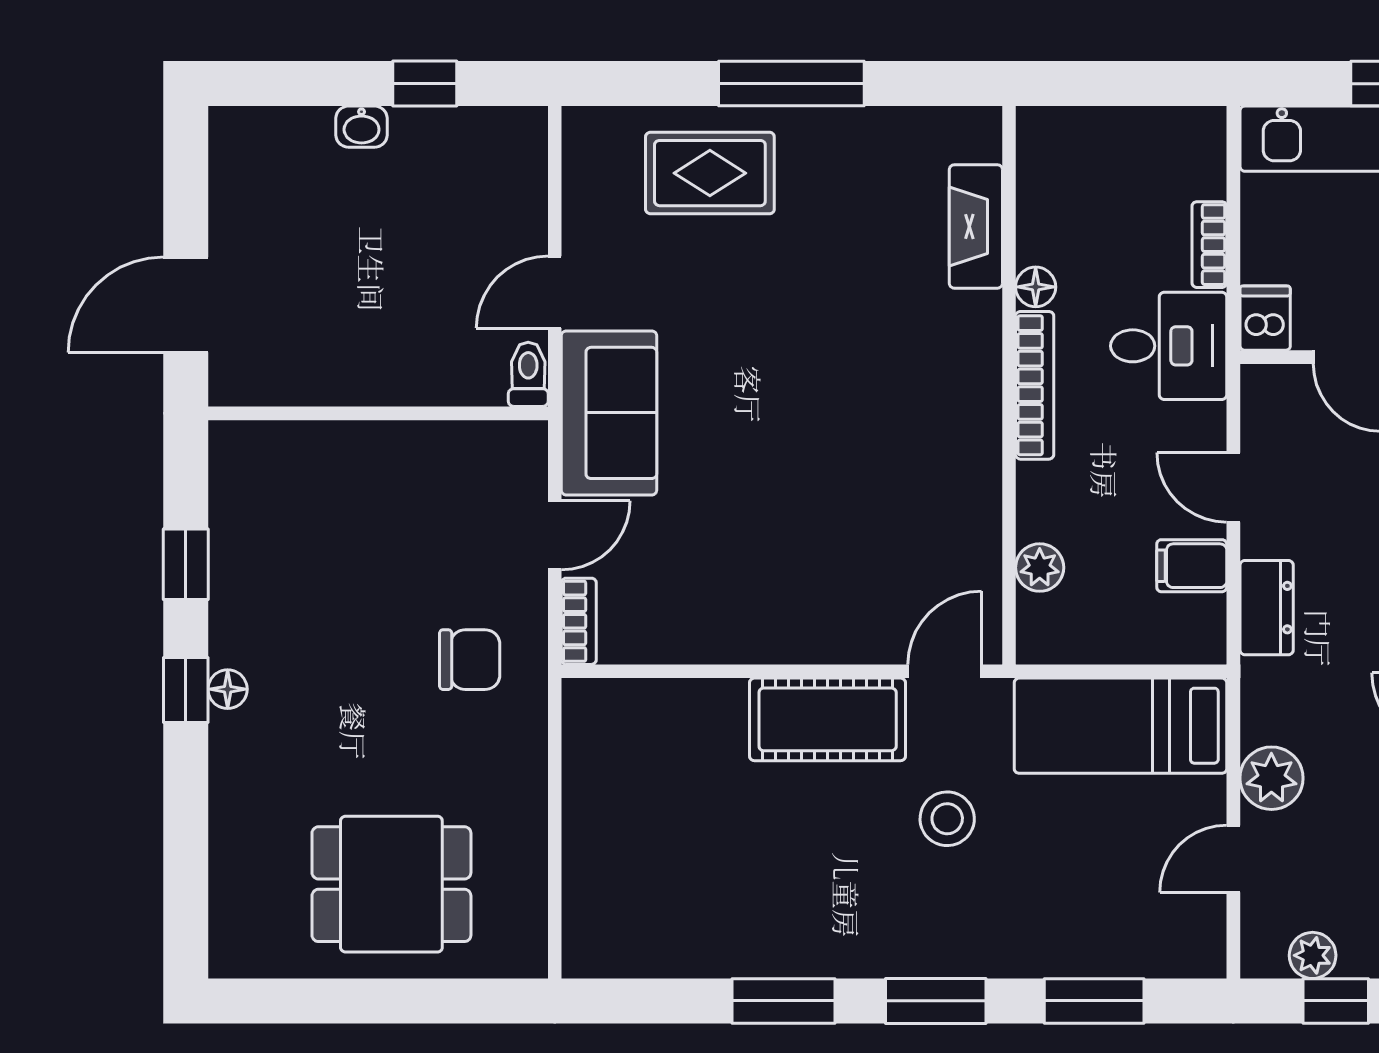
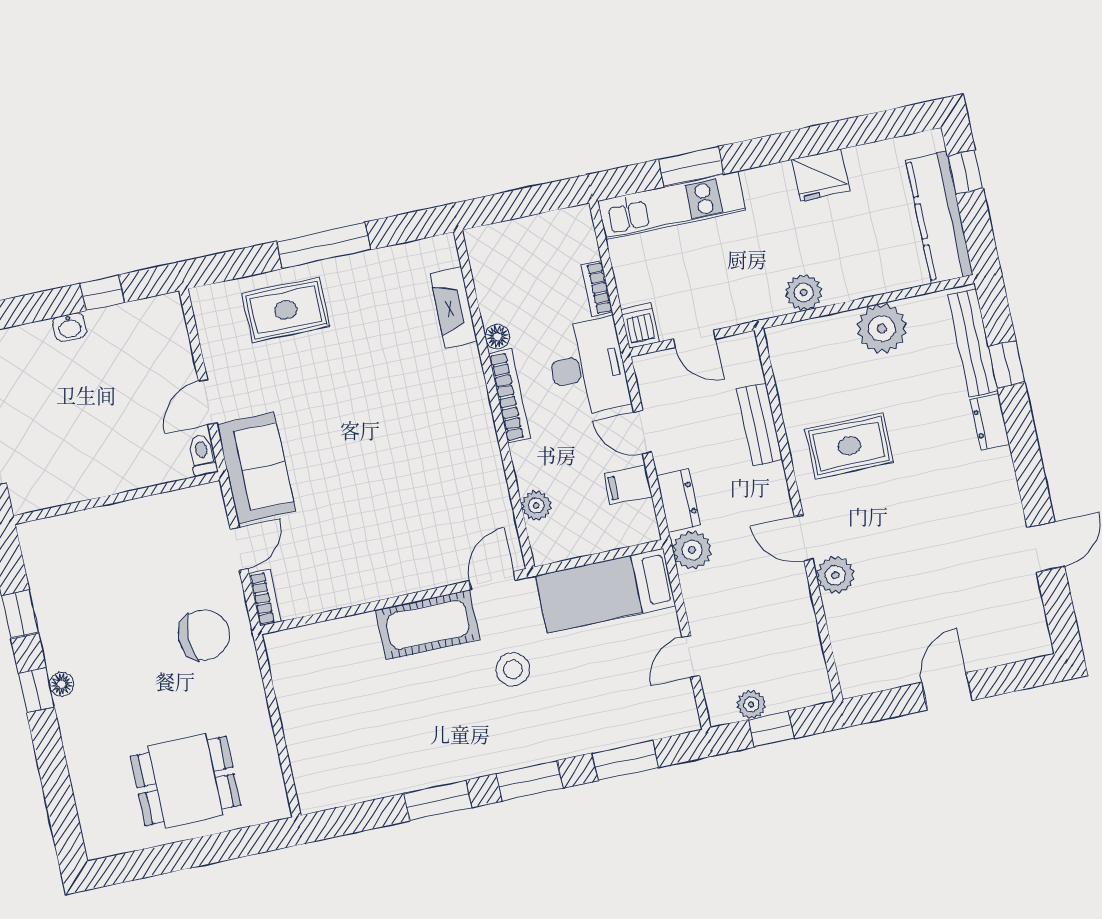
desk: (1169, 346) -> (588, 367), width x1.37
chair: (470, 660) -> (204, 635), width x1.37, depth x1.37
plant: (1271, 778) -> (692, 550), moved

